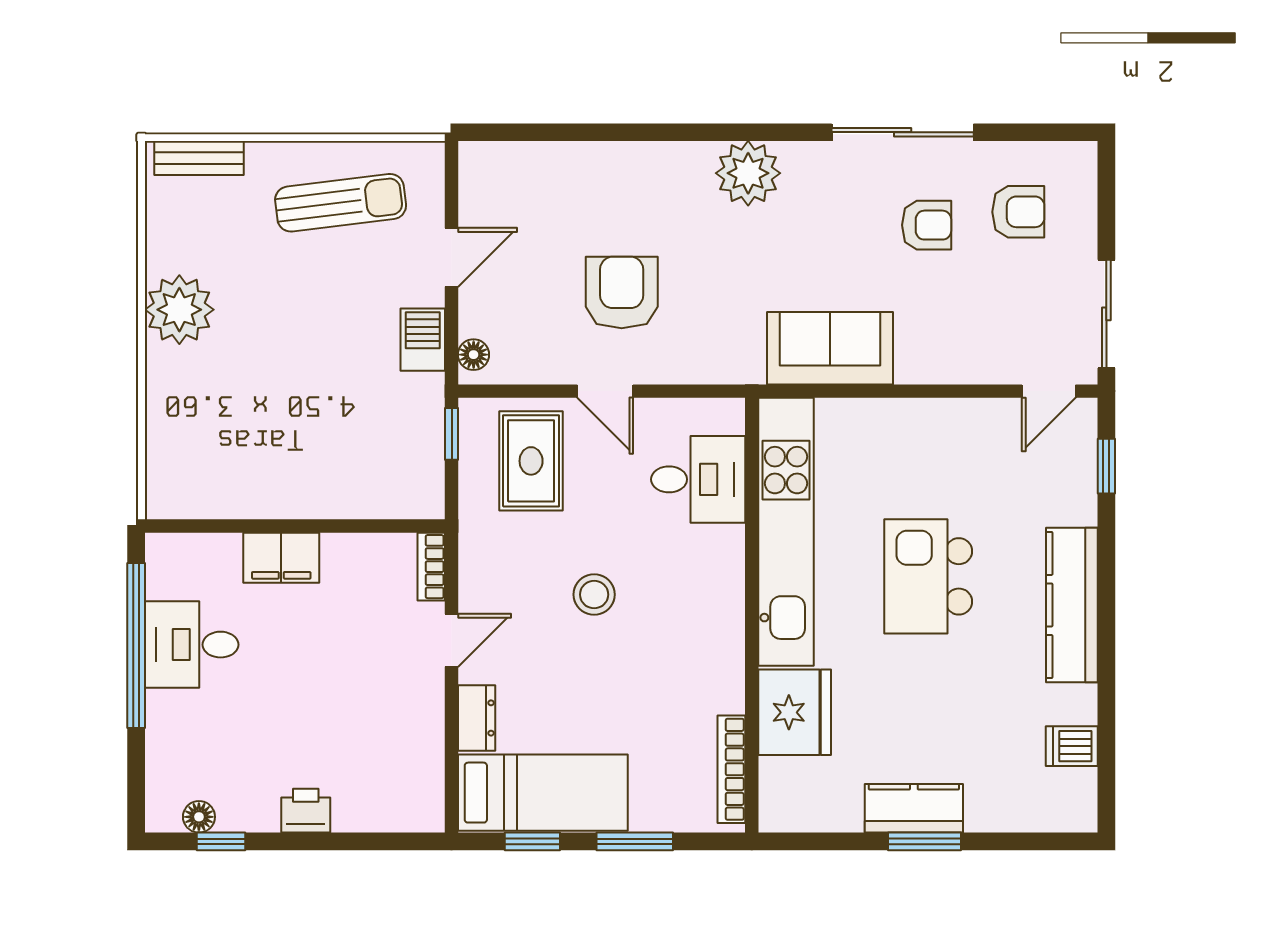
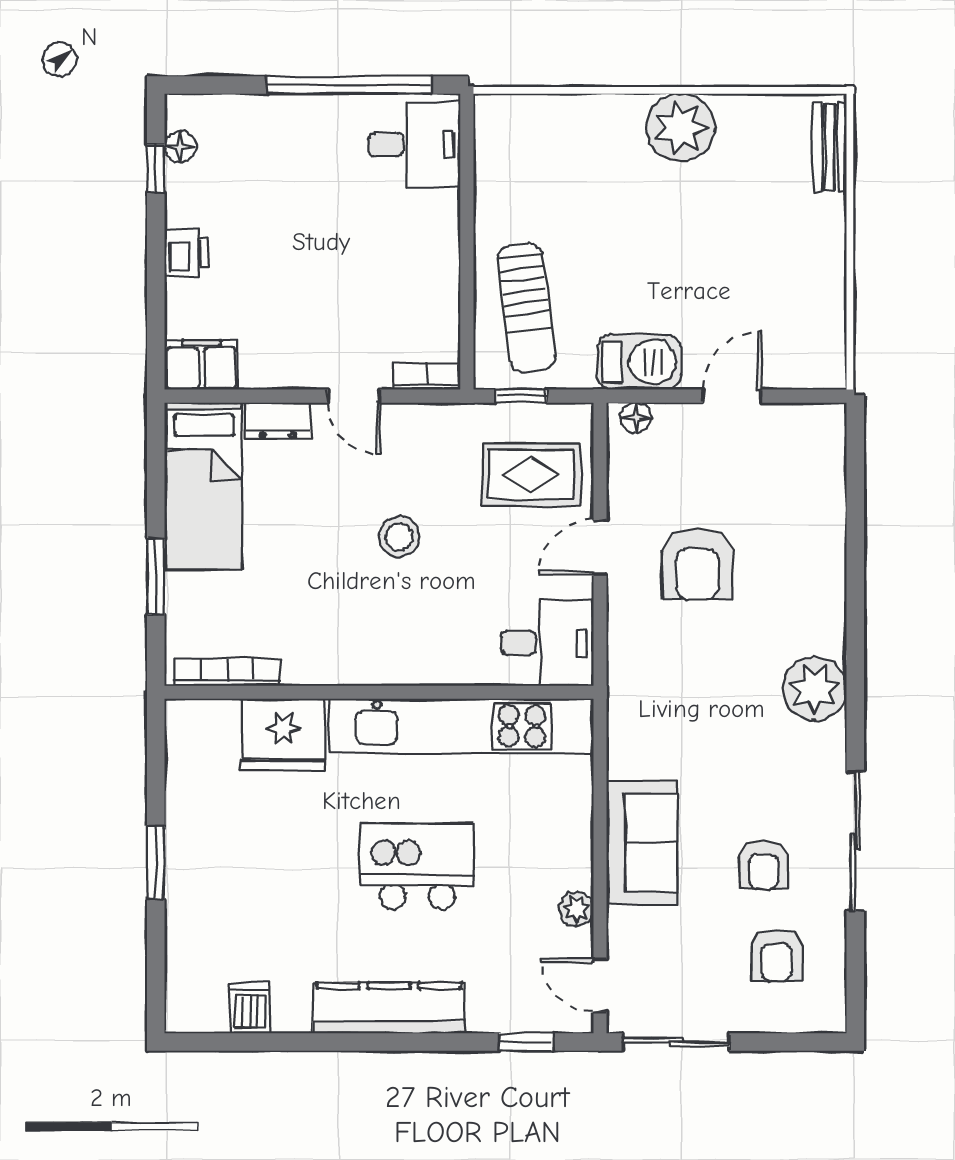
sun lounger: (341, 203) -> (526, 308), moved
door: (452, 257) -> (732, 396), swing flipped
armchair: (622, 292) -> (697, 564), turned 90
barbecue: (423, 340) -> (639, 362), width x1.38, depth x1.27
sofa: (830, 348) -> (642, 843), moved
plant: (971, 415) -> (576, 909), added
window: (452, 434) -> (521, 396), moved
desk: (698, 479) -> (547, 643), moved, turned -90
filing cabinet: (281, 558) -> (202, 365), moved, turned 90
desk: (192, 645) -> (414, 145), moved, turned 90
kitchen counter: (914, 808) -> (189, 852), removed
window: (532, 841) -> (156, 476), removed

